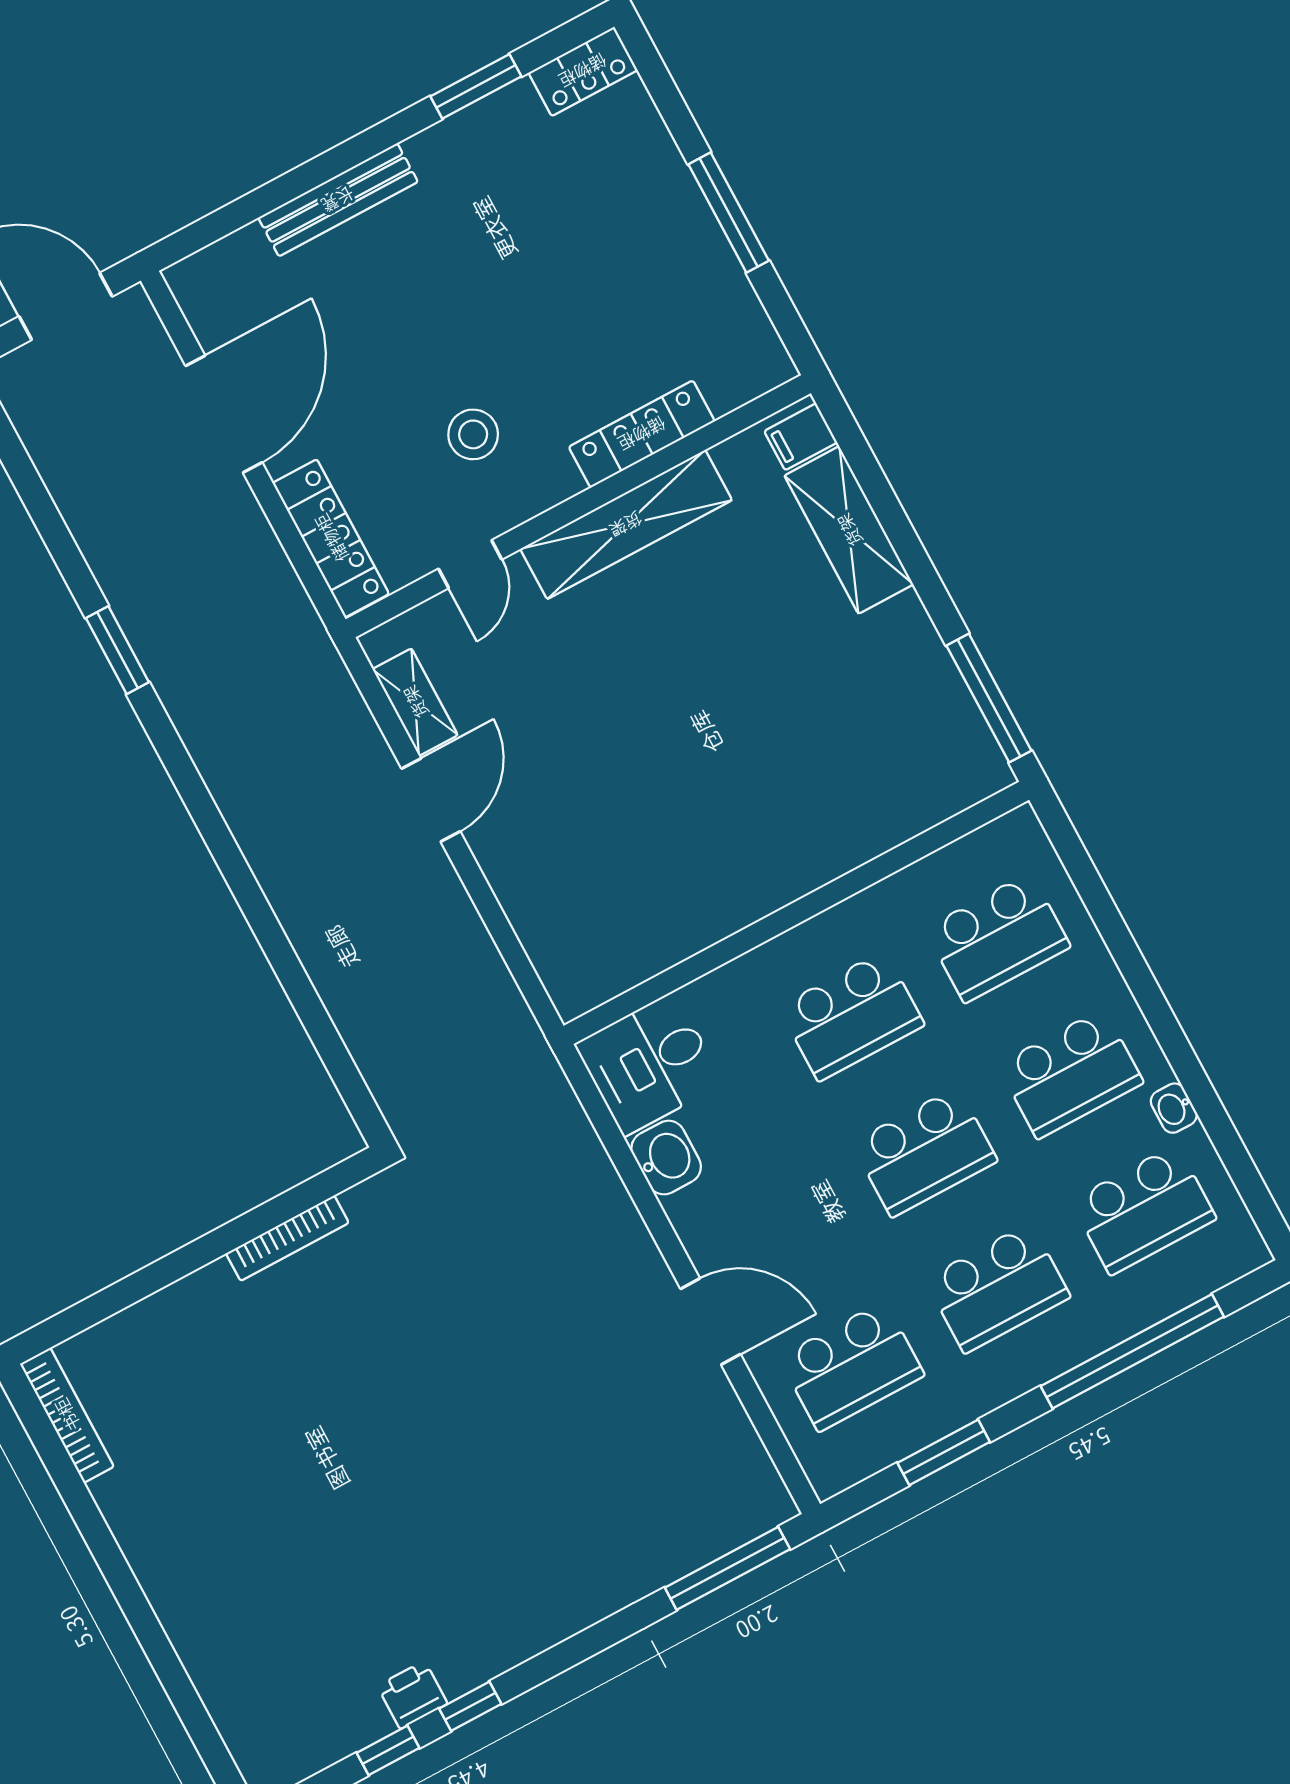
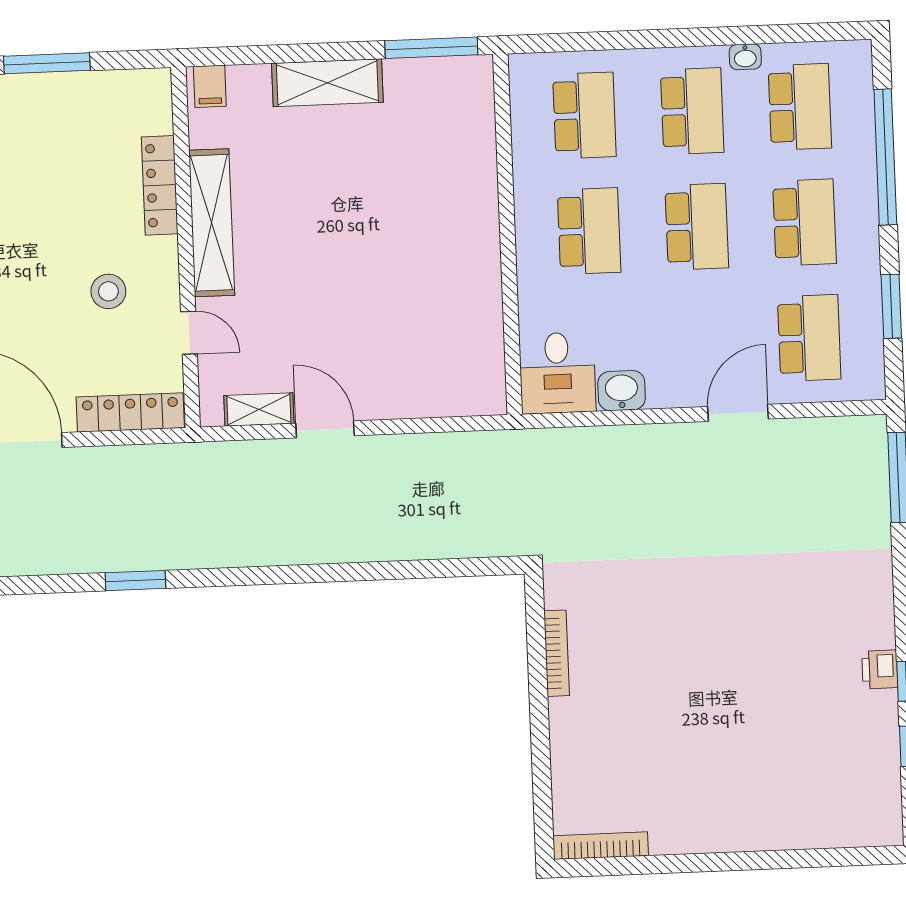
shelving: (849, 530) -> (327, 83), moved
printer: (412, 1695) -> (880, 669), moved

